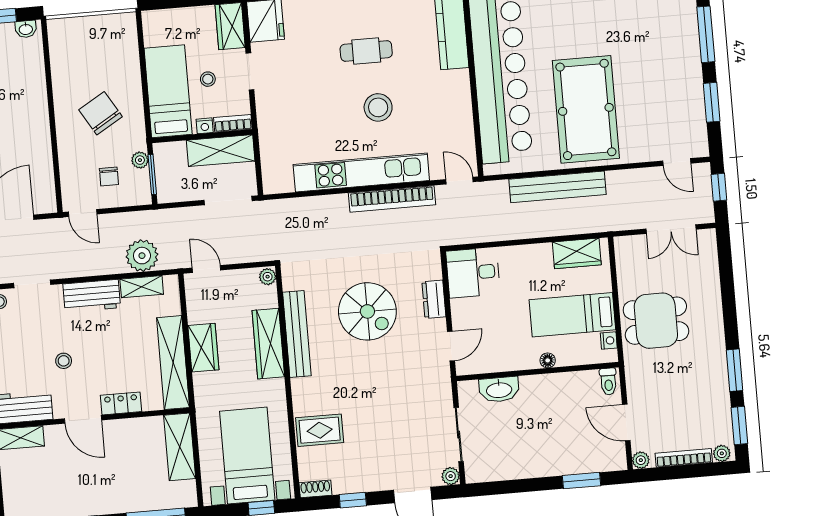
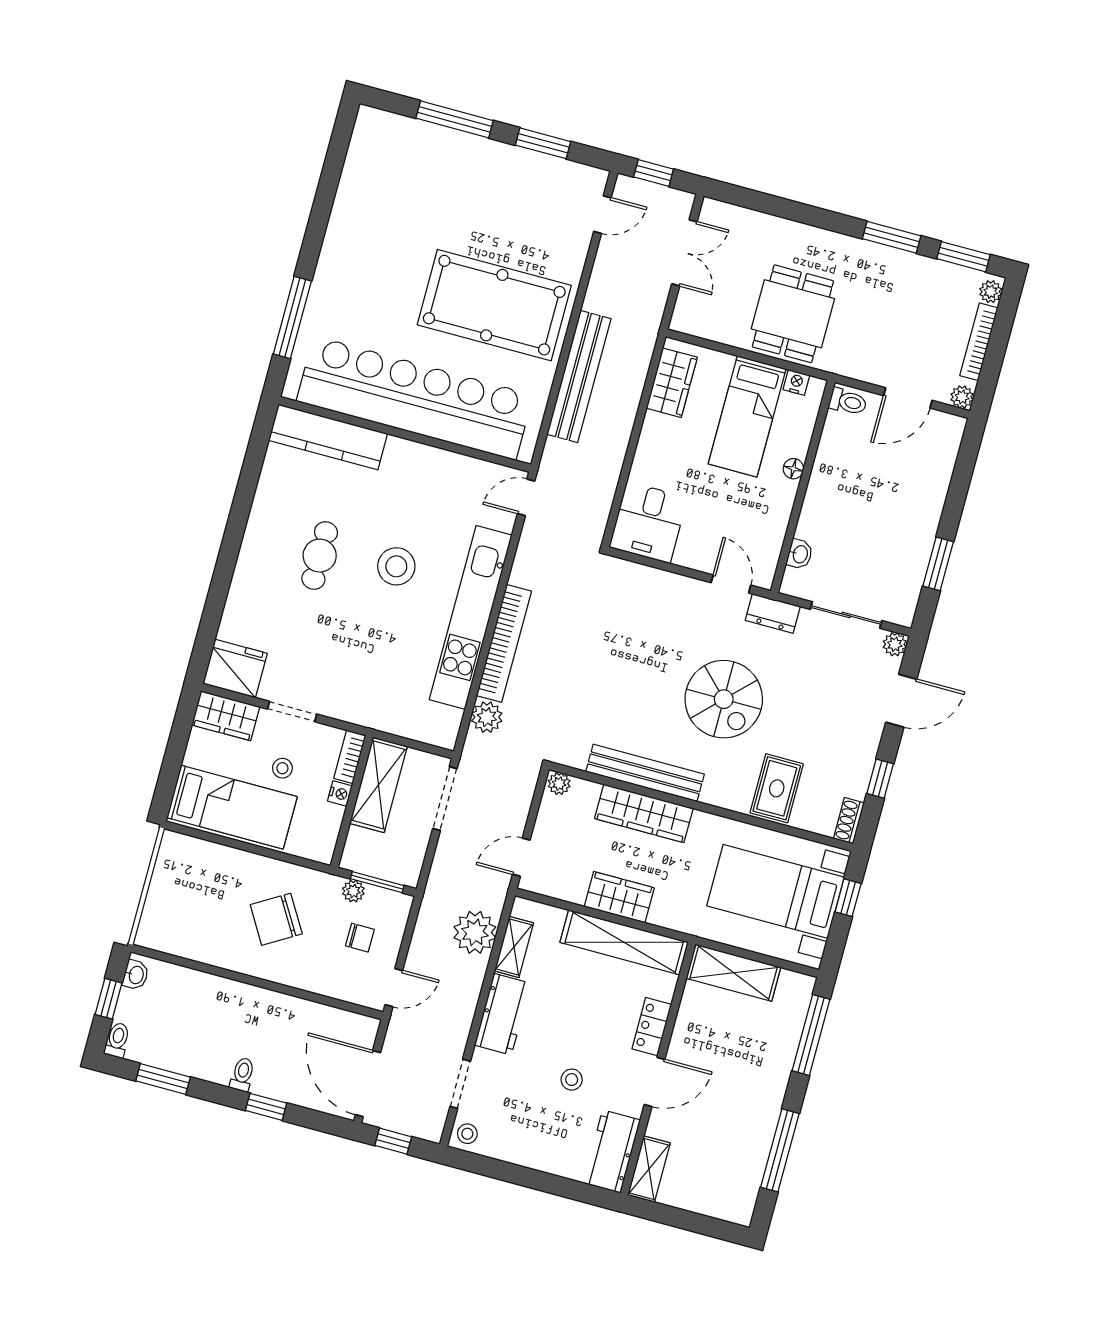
bed: (168, 91) -> (232, 807), moved, turned 180
bookcase: (392, 199) -> (504, 643), moved
plant: (296, 209) -> (487, 717), added
dresser: (434, 299) -> (773, 613), moved
spiral stairs: (367, 311) -> (724, 699), moved, turned 90
washbasin: (499, 389) -> (800, 554), width x0.52, depth x0.69
window: (581, 481) -> (938, 564), moved

